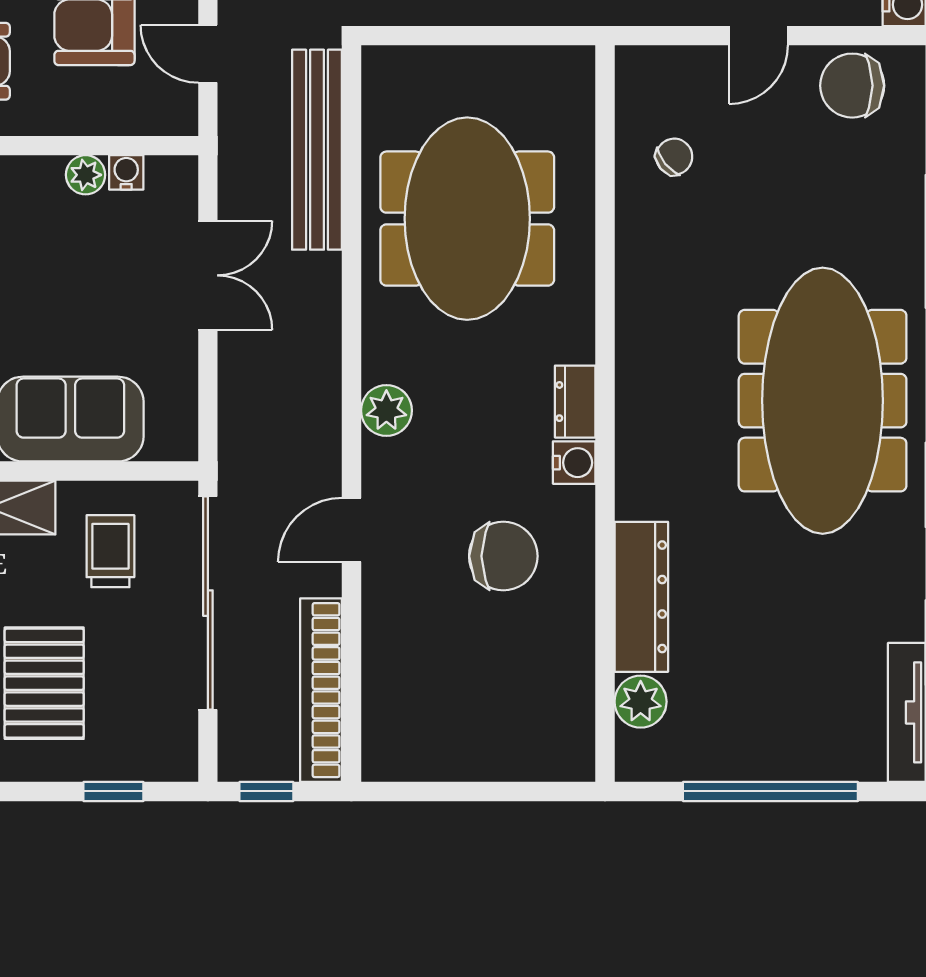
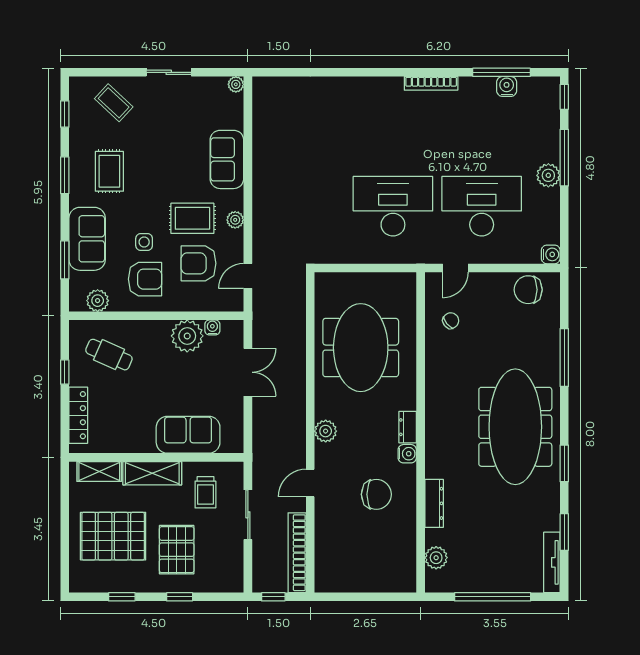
door: (758, 36) -> (455, 268), moved
door: (208, 54) -> (248, 276), hinge flipped
bench: (317, 150) -> (295, 318), removed
plant: (86, 175) -> (187, 336), width x1.88, depth x1.88
trolley: (110, 551) -> (205, 492), turned 180
dresser: (641, 597) -> (434, 503), width x0.73, depth x0.80
sliding door: (208, 603) -> (248, 515), width x0.54
window: (113, 791) -> (180, 597), moved

